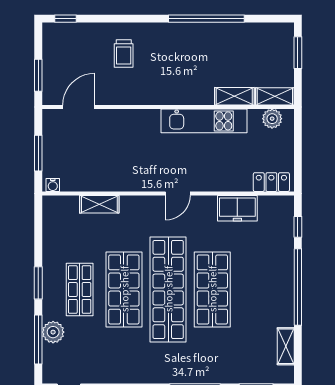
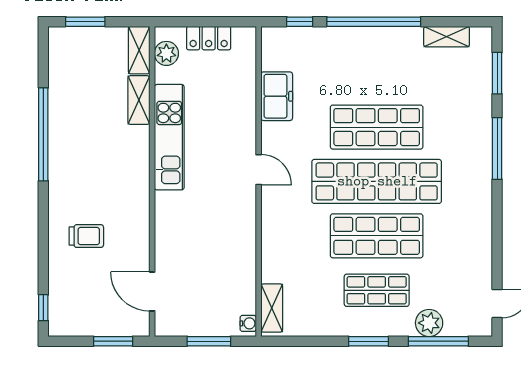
locker: (271, 182) -> (209, 38), moved, turned -90
shelving: (99, 204) -> (272, 308), moved

